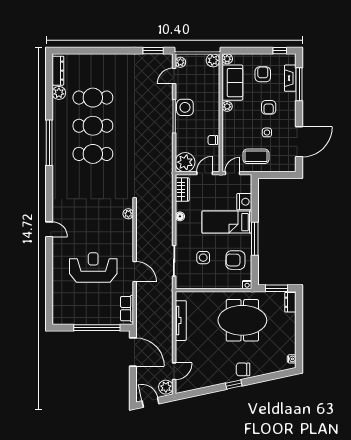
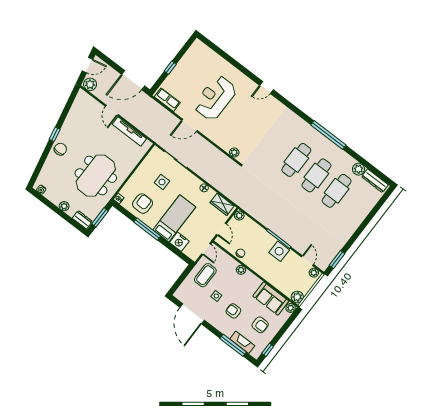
plant: (227, 106) -> (241, 270), moved
plant: (185, 162) -> (239, 216), width x0.53, depth x0.53
reception desk: (93, 268) -> (215, 98), turned 180
plant: (291, 327) -> (64, 206), added
window: (97, 328) -> (170, 68), width x0.32
door: (174, 371) -> (112, 110), moved

